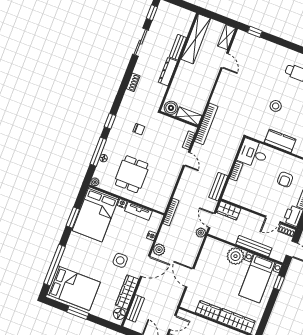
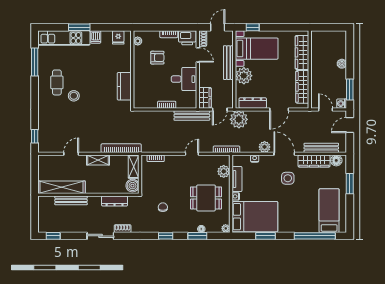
shelving: (227, 37) -> (98, 160), moved
sliding door: (141, 42) -> (100, 236), moved
bench: (178, 47) -> (71, 200), width x1.36
dresser: (168, 72) -> (115, 201), moved
stool: (276, 106) -> (74, 96), moved
bookcase: (206, 124) -> (121, 148), moved
kitchen counter: (280, 141) -> (124, 86), moved
window: (98, 152) -> (197, 236), width x0.69
desk: (253, 153) -> (184, 79), moved, turned -90
door: (186, 159) -> (192, 154), moved
bench: (218, 187) -> (192, 115), width x1.36
plant: (151, 201) -> (224, 171), added
plant: (201, 233) -> (239, 119), width x1.88, depth x1.88
dresser: (206, 255) -> (253, 103), added
bed: (74, 288) -> (329, 211), width x0.67
bench: (135, 308) -> (321, 148), width x1.36
wardrobe: (208, 310) -> (302, 87), width x1.50
window: (78, 313) -> (350, 184), moved

